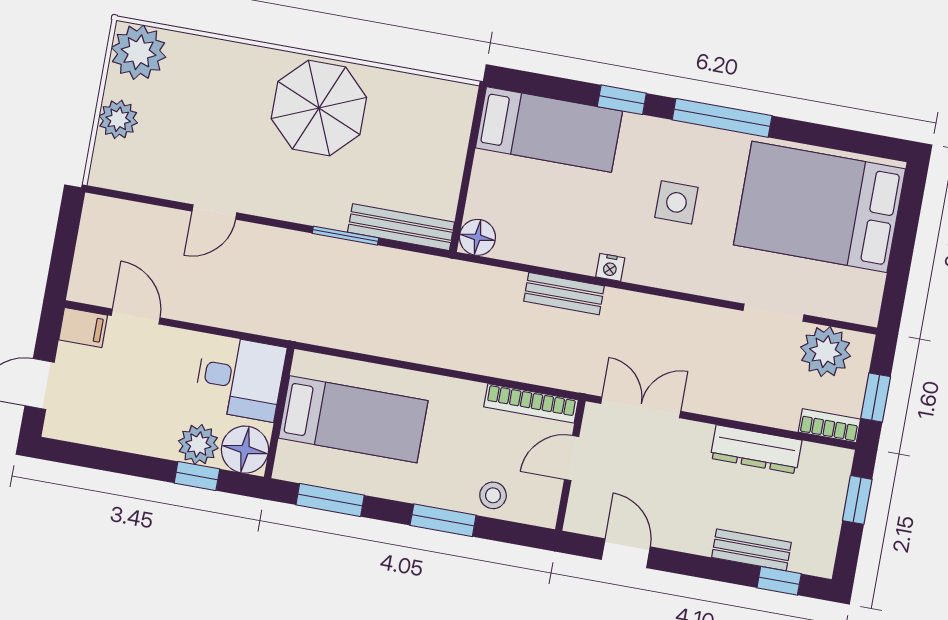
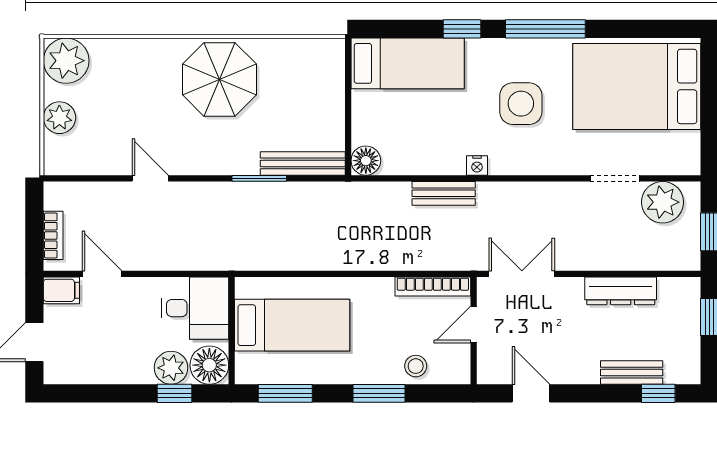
side table: (676, 202) -> (521, 104), width x1.37, depth x1.37
door: (214, 212) -> (150, 178), swing flipped
bookcase: (829, 426) -> (53, 235), moved, turned 90

